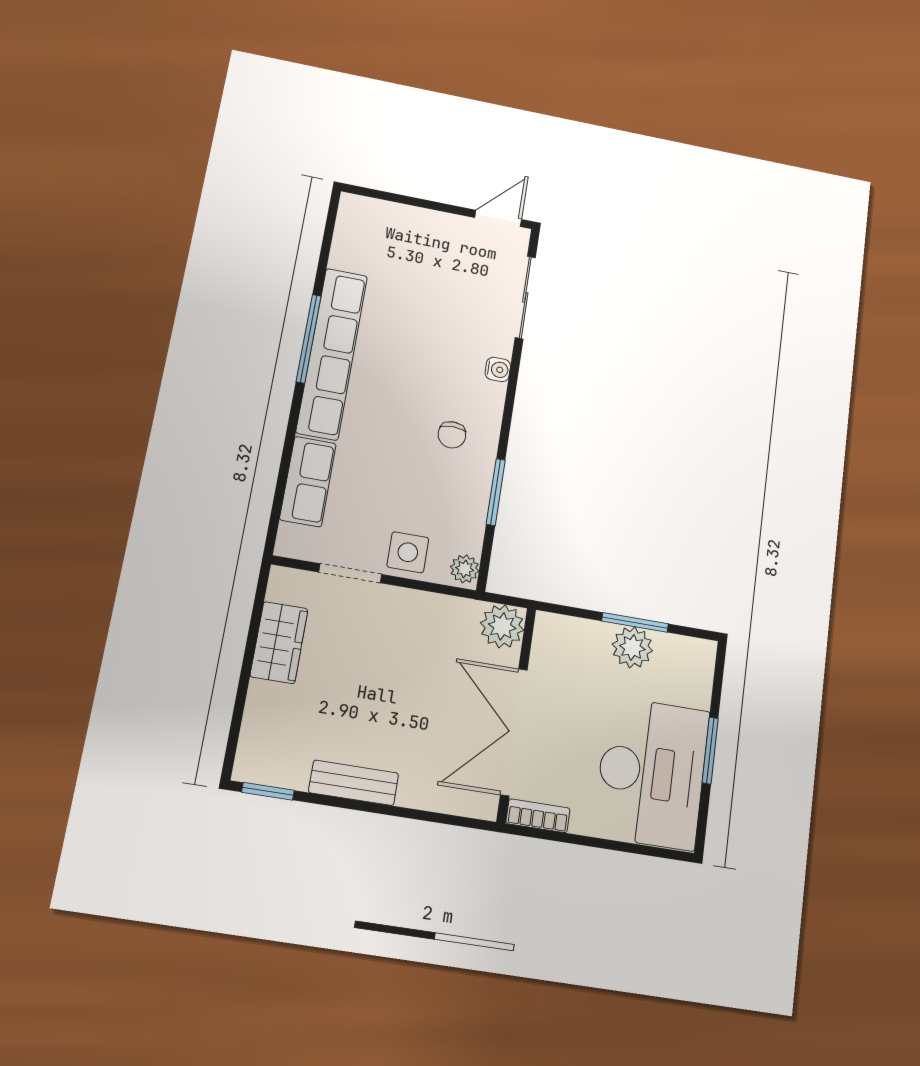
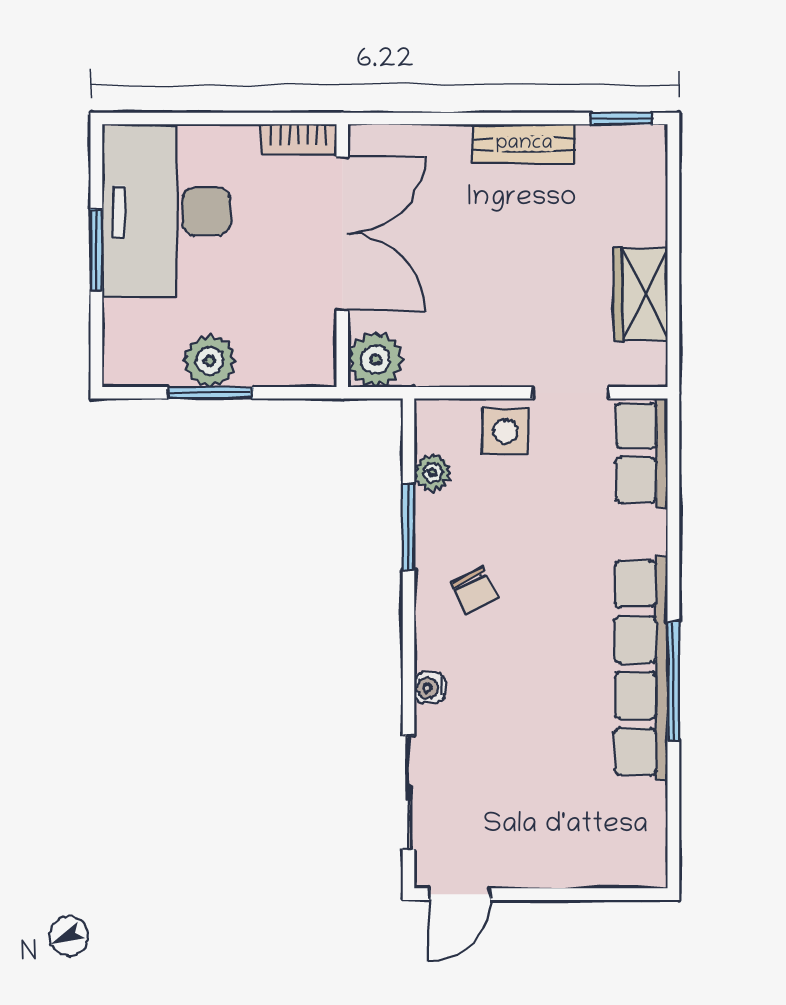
chair: (452, 435) -> (475, 591), turned 153
row of seats: (308, 481) -> (642, 453), moved
plant: (465, 569) -> (432, 473), moved

